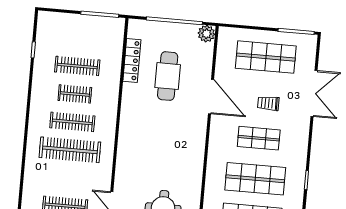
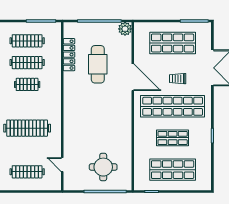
clothes rail: (72, 122) -> (27, 41), moved
shop shelf: (259, 138) -> (173, 106), width x2.00, depth x1.36
shop shelf: (255, 179) -> (173, 138), width x0.70, depth x0.74

